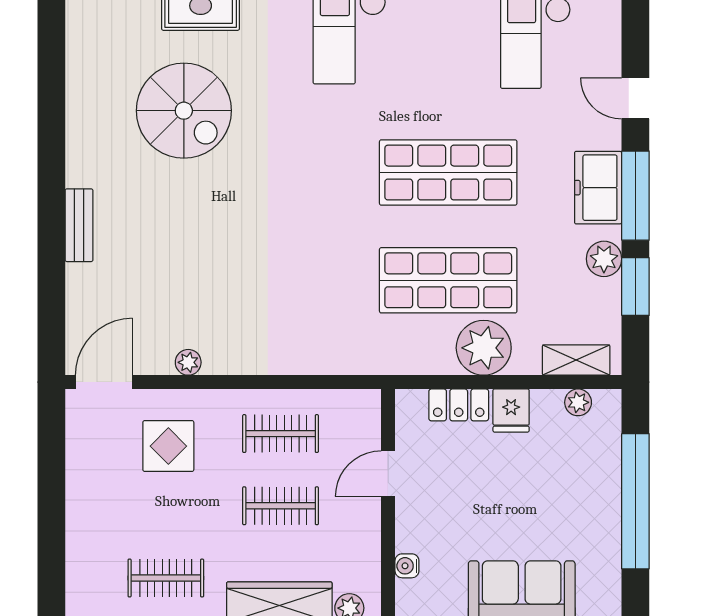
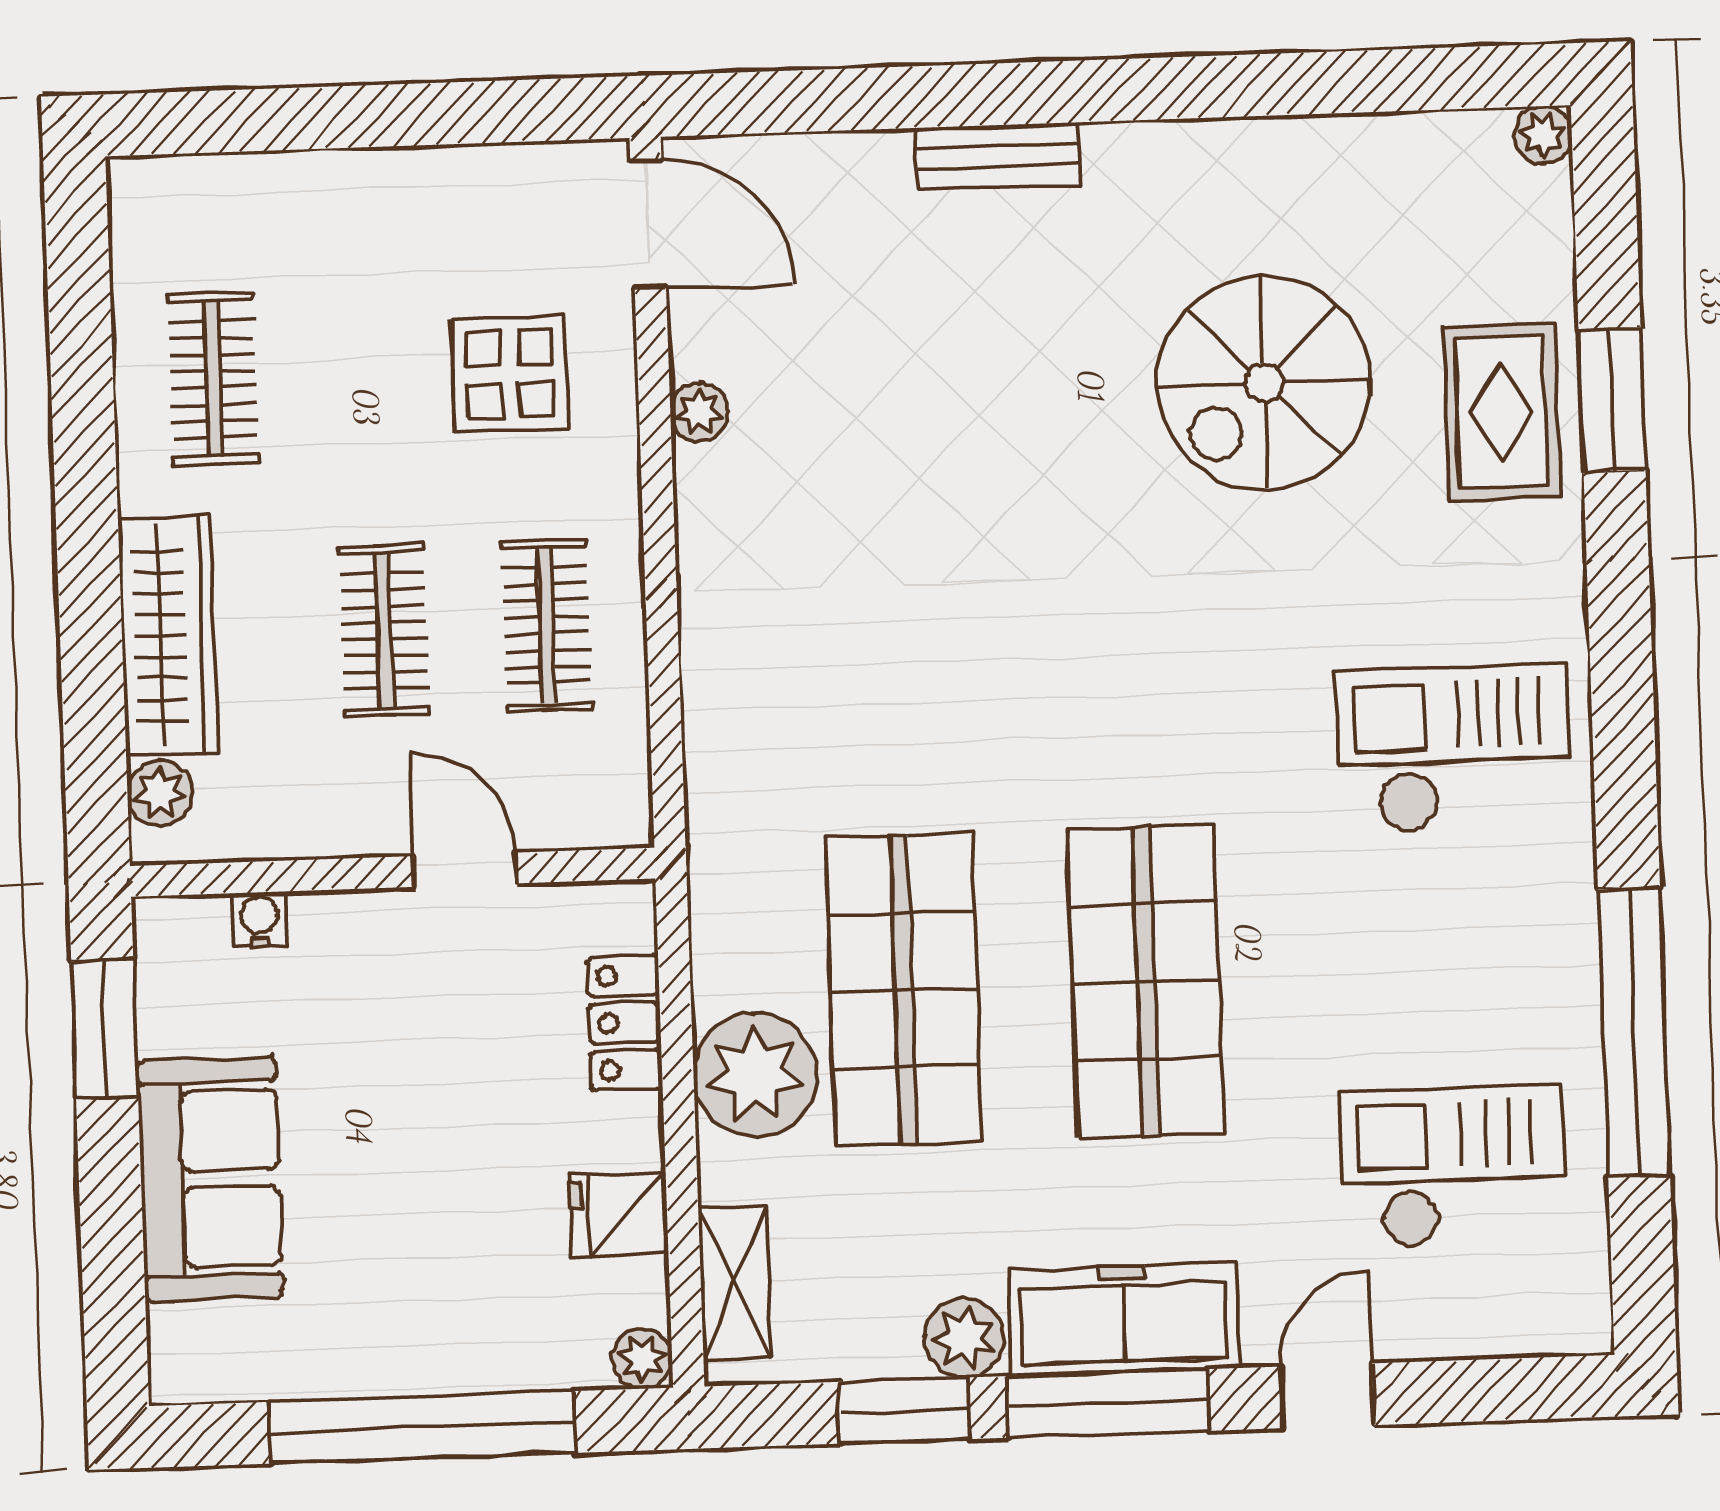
freezer: (598, 188) -> (1124, 1319), width x1.40
plant: (578, 402) -> (642, 1359), moved
fridge: (511, 411) -> (619, 1215), moved

